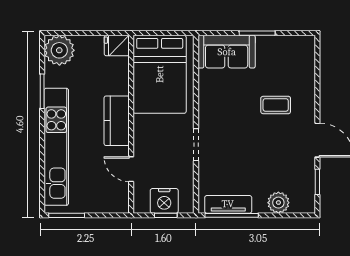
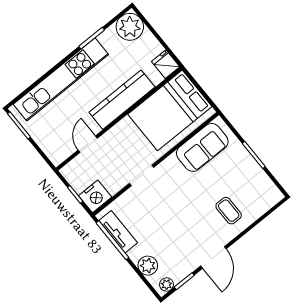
sofa: (227, 52) -> (202, 147), moved, turned -90
coffee table: (276, 105) -> (229, 211), moved
kitchen counter: (117, 121) -> (122, 100), width x1.50
plant: (308, 200) -> (167, 284), added
nightstand: (164, 201) -> (95, 196), moved, turned -90

